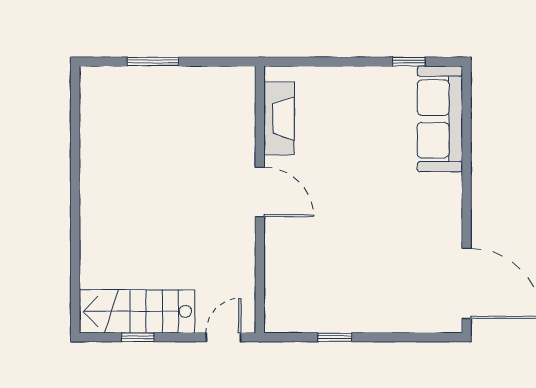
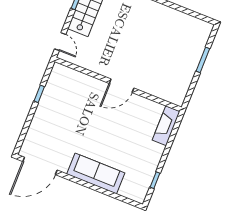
fireplace: (279, 119) -> (166, 126), moved, turned 90
sofa: (440, 119) -> (96, 174), moved

